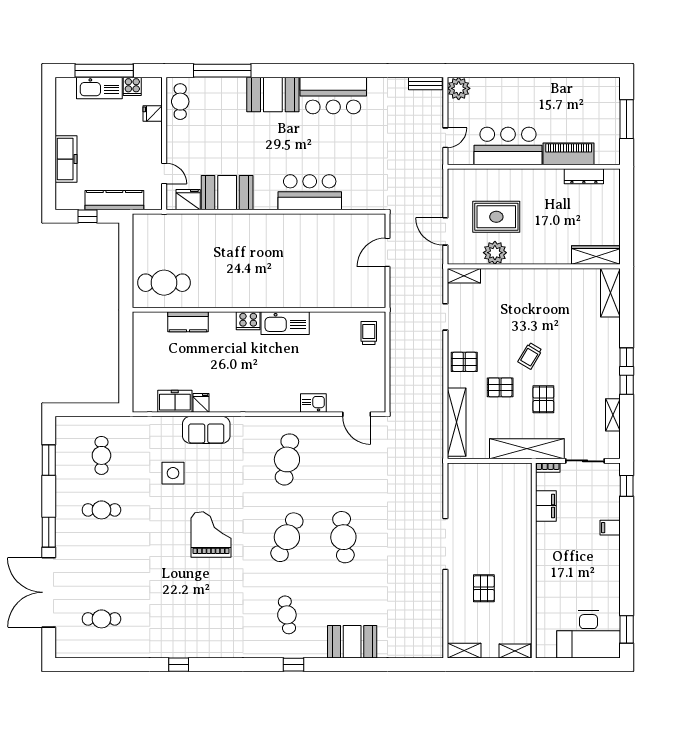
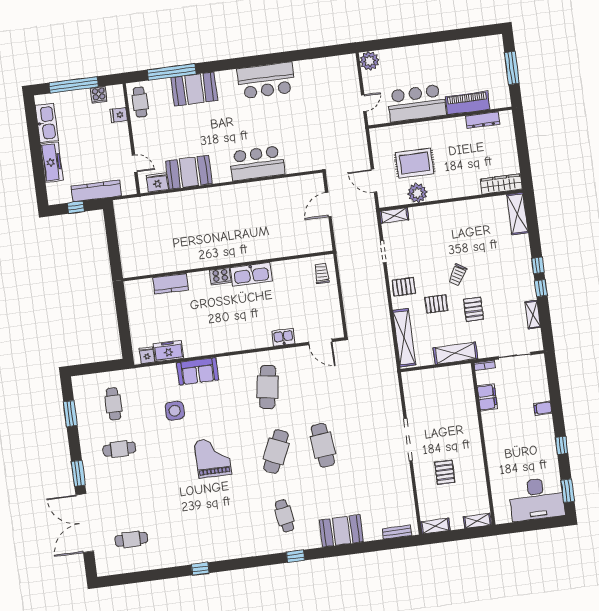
bench: (425, 83) -> (397, 532), moved
kitchen sink: (99, 88) -> (47, 123), moved, turned -90
booth: (273, 94) -> (194, 89), moved
cafe table: (164, 283) -> (146, 254), removed
fridge: (201, 403) -> (147, 355), moved
shelving: (527, 449) -> (455, 353), width x0.68
window: (627, 486) -> (562, 445), moved

